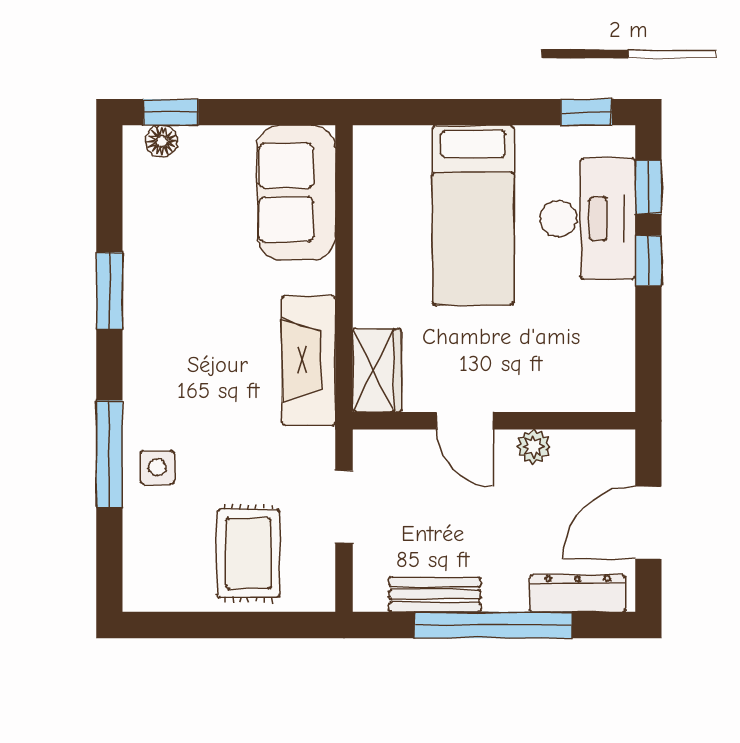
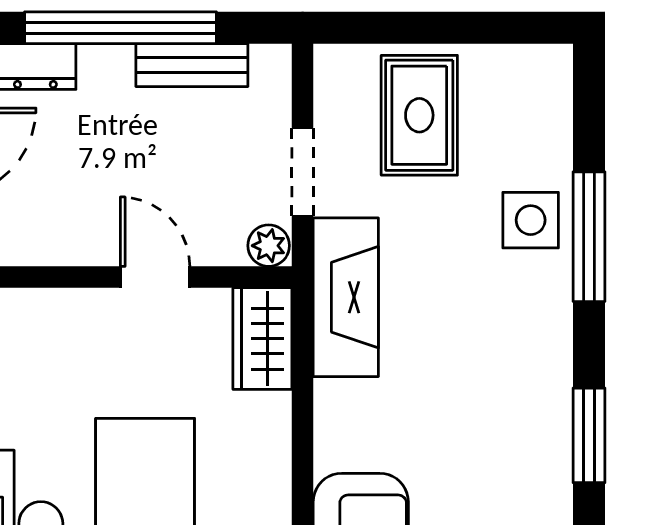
fireplace: (309, 360) -> (346, 297), moved
plant: (533, 447) -> (269, 246), moved
side table: (157, 467) -> (531, 220), width x1.37, depth x1.37

